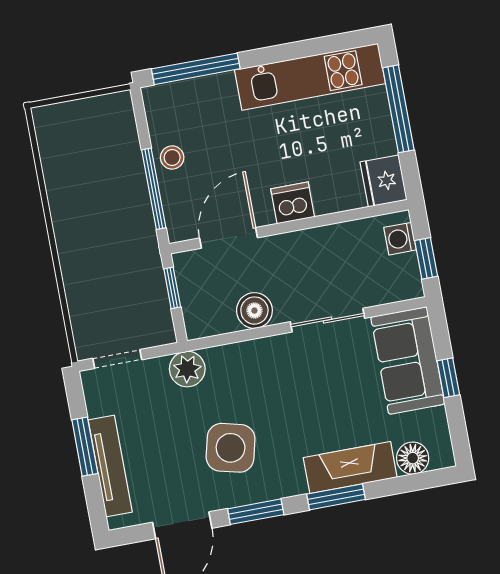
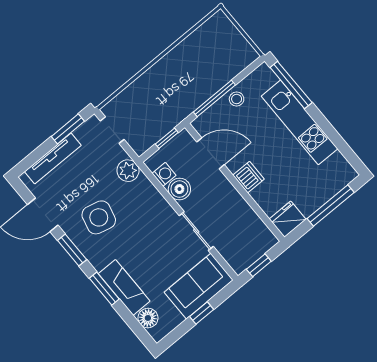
kitchen unit: (310, 77) -> (299, 122), moved
washing machine: (400, 239) -> (164, 174), moved, turned 90
window: (85, 447) -> (68, 129), moved

